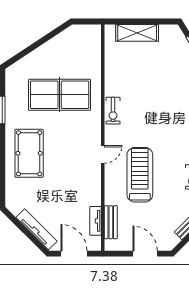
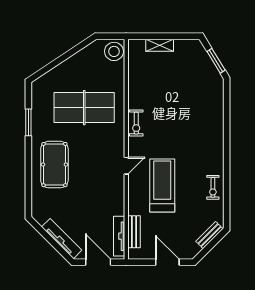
shelving: (137, 33) -> (160, 45), width x0.67, depth x0.75
stool: (90, 37) -> (114, 51), added
tv unit: (95, 221) -> (119, 236), width x1.41

